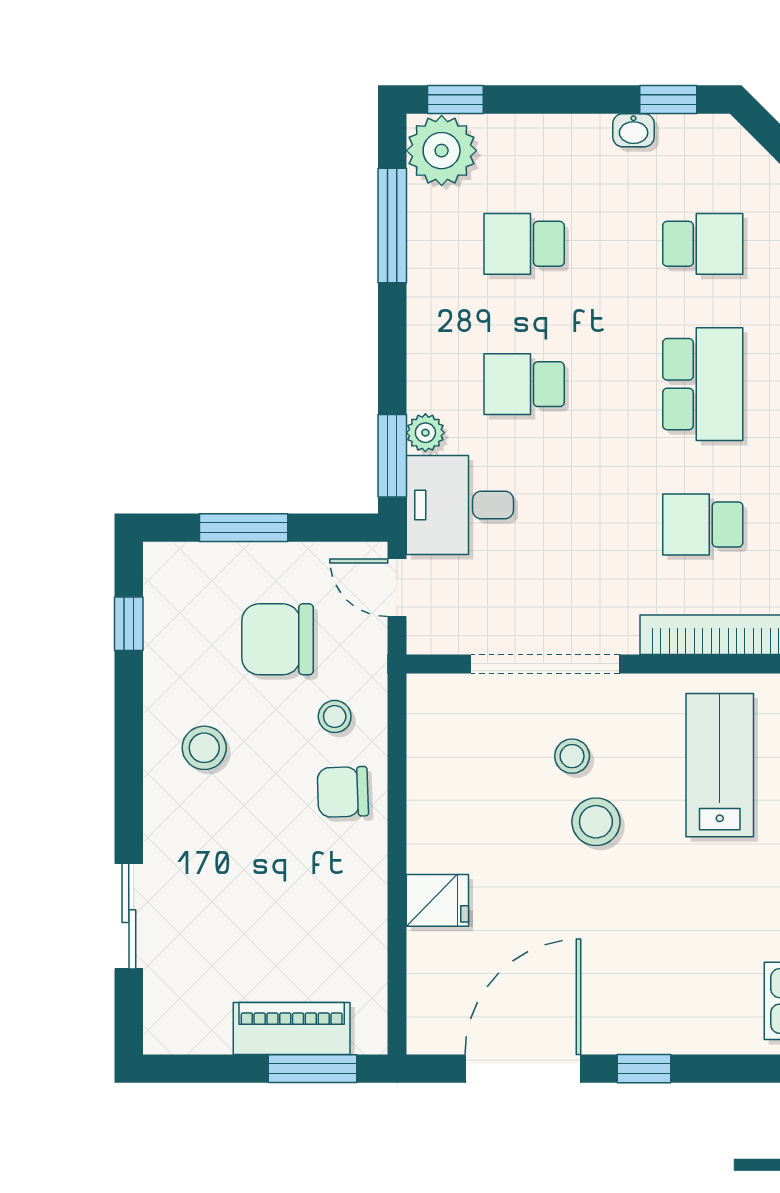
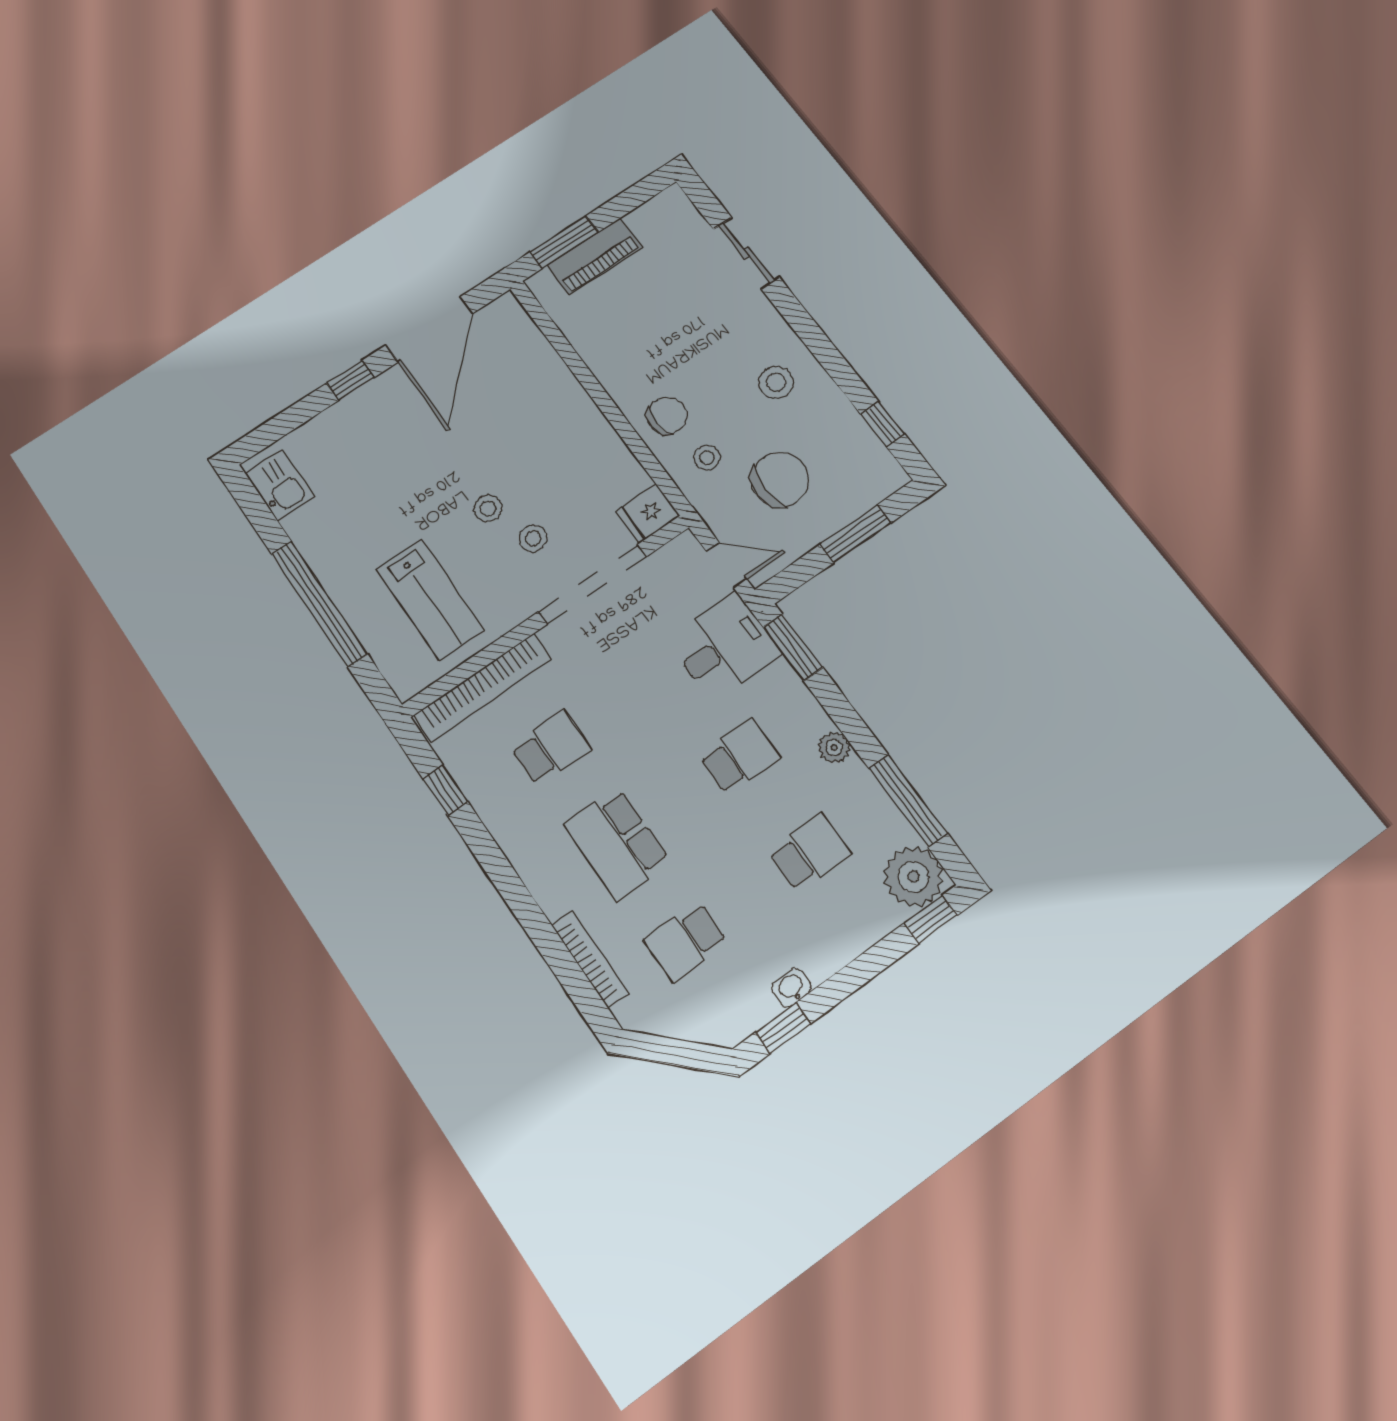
plant: (425, 433) -> (834, 748), moved
stool: (596, 822) -> (488, 508), width x0.73, depth x0.73
fridge: (437, 900) -> (648, 513), moved

